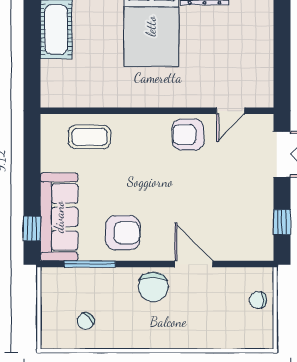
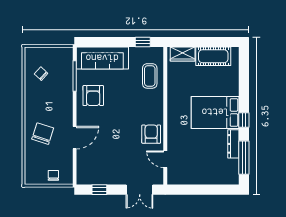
wardrobe: (52, 81) -> (183, 54), added
window: (32, 229) -> (143, 42), moved
chair: (153, 287) -> (43, 134), moved, turned 108

